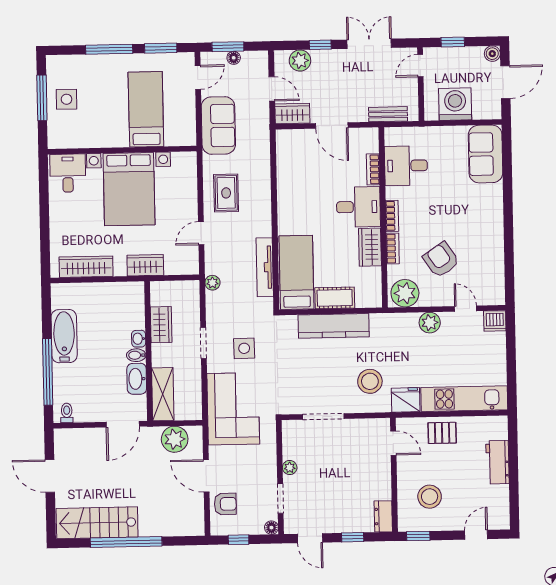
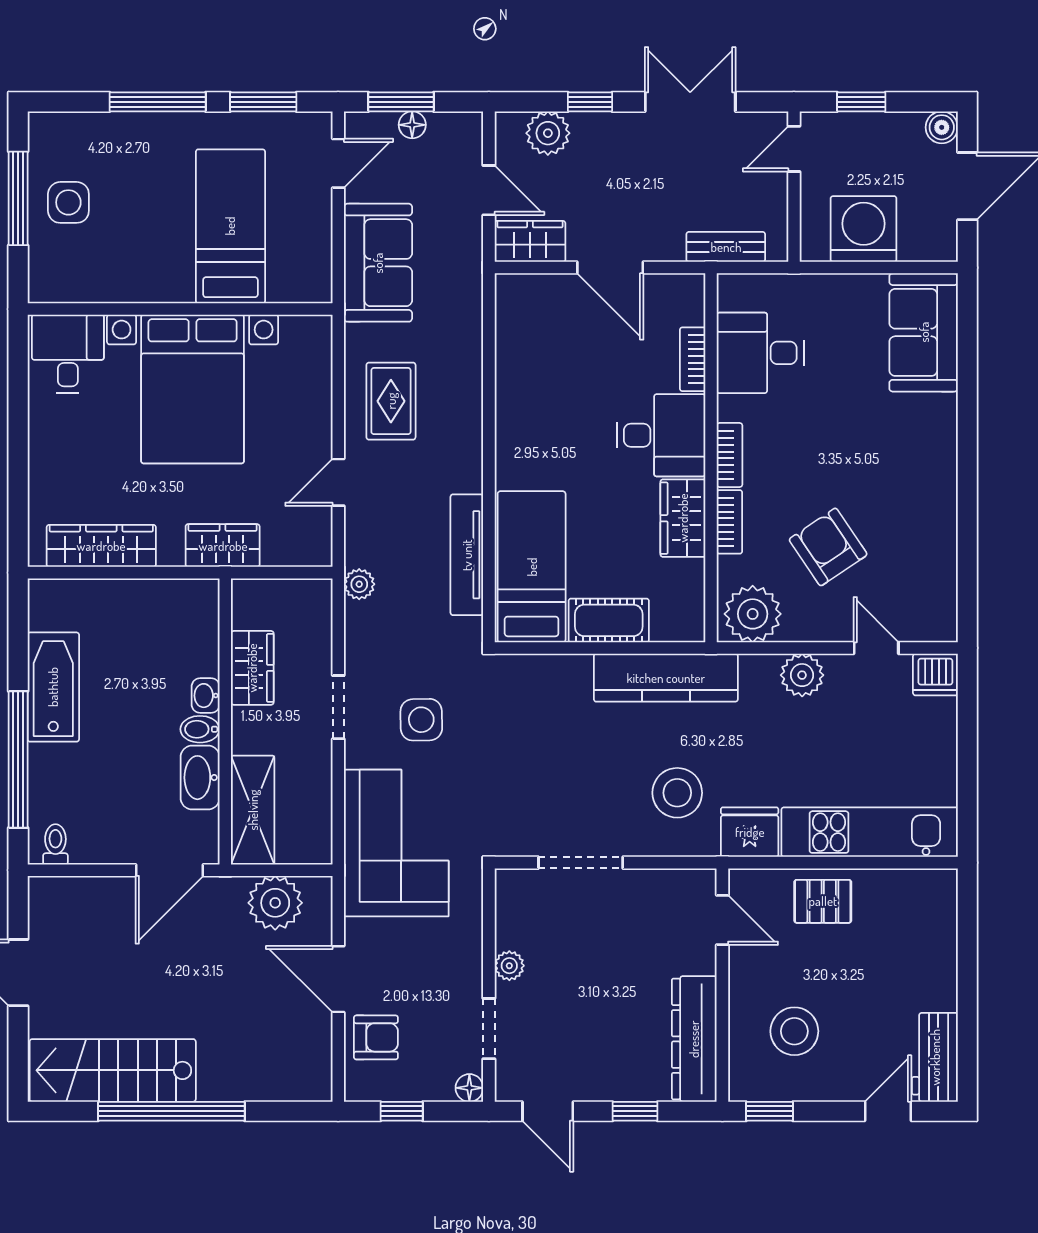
kitchen counter: (334, 326) -> (666, 678), moved
workbench: (497, 462) -> (935, 1057), moved
dresser: (383, 516) -> (694, 1039), width x1.96, depth x1.24

